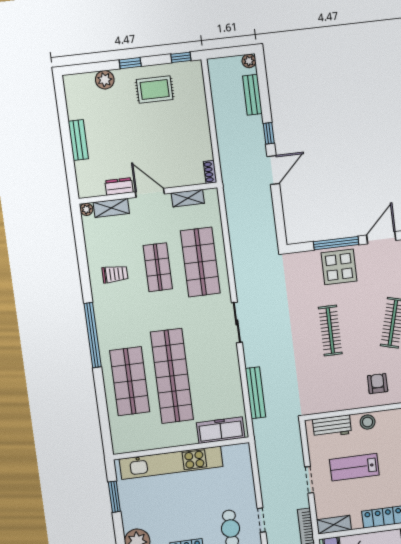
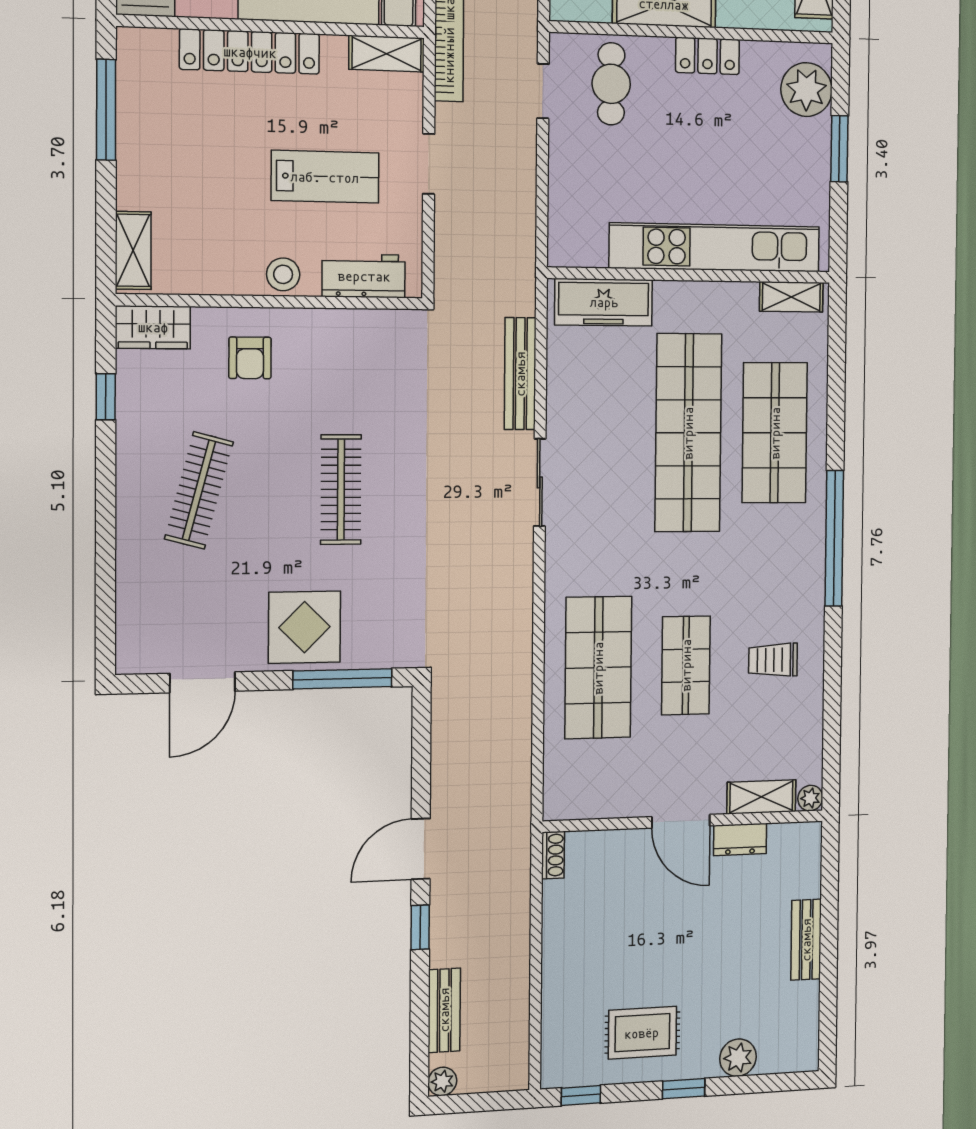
shelving: (188, 198) -> (791, 297), moved
window: (336, 243) -> (342, 679), moved
sliding door: (237, 322) -> (540, 482), moved
window: (114, 497) -> (839, 149), moved

